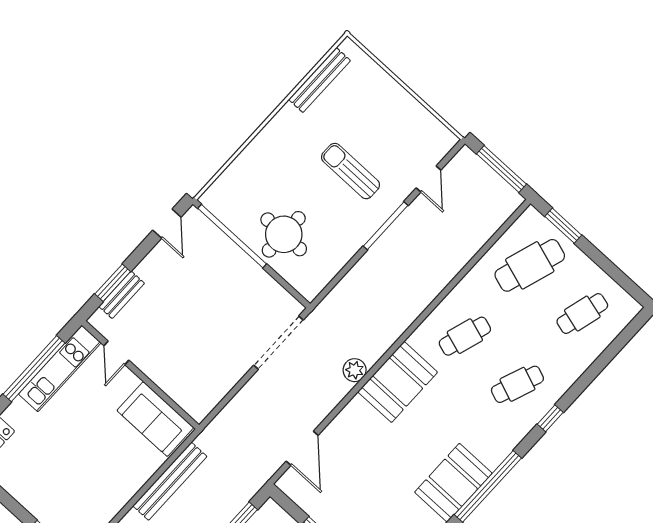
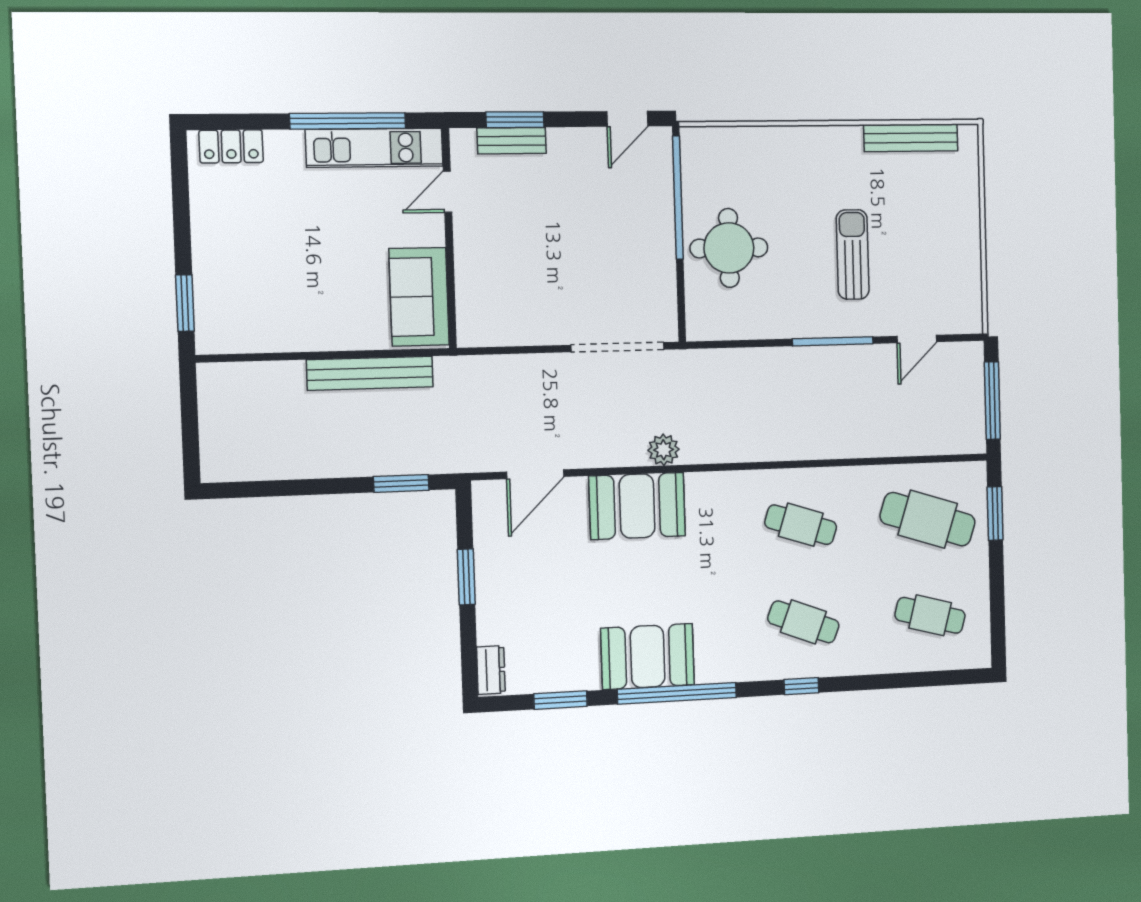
booth: (398, 382) -> (637, 506), moved

